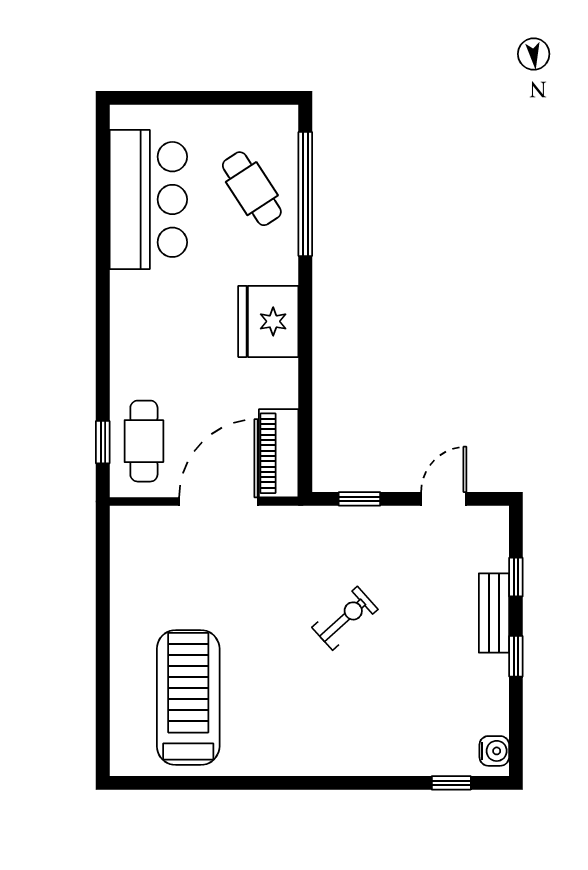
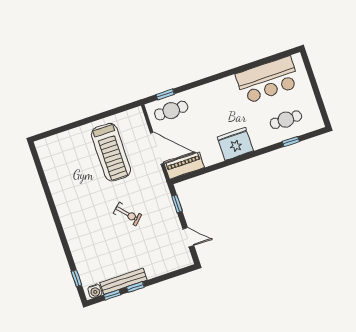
cafe table: (252, 189) -> (286, 120), turned 33
window: (305, 194) -> (291, 142), width x0.32
window: (516, 577) -> (112, 295), moved
bench: (494, 613) -> (123, 281), moved, width x1.36
treadmill: (188, 697) -> (111, 152), moved, turned 90

